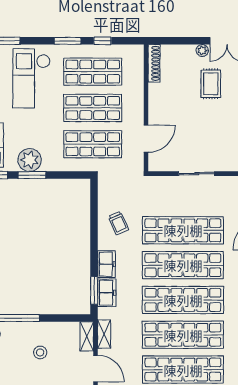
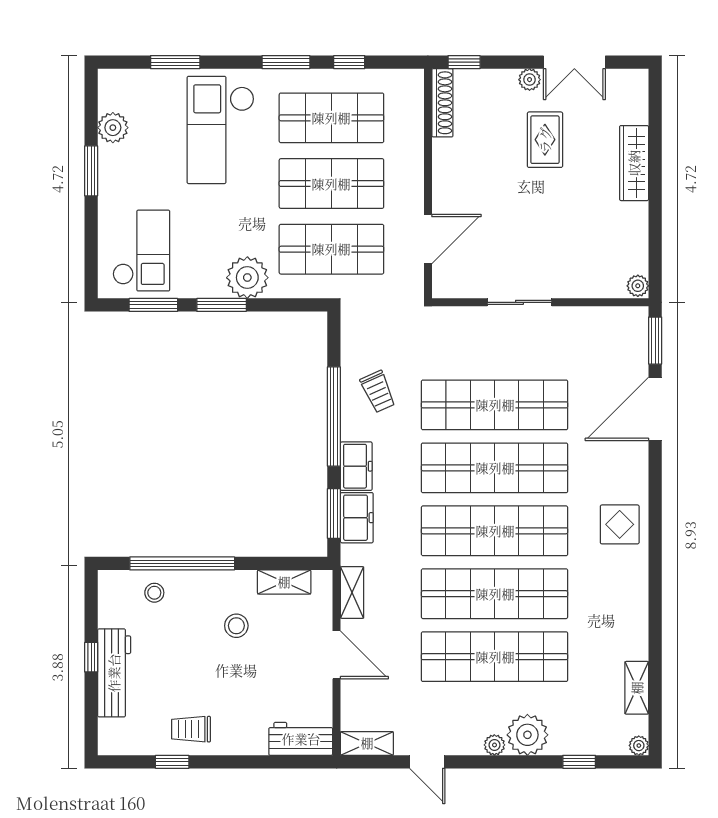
window: (166, 41) -> (464, 62), added
plant: (30, 160) -> (247, 278), moved
window: (94, 237) -> (334, 416), added
shelving: (87, 336) -> (284, 582), moved, turned 90

